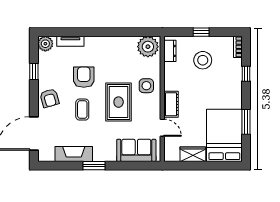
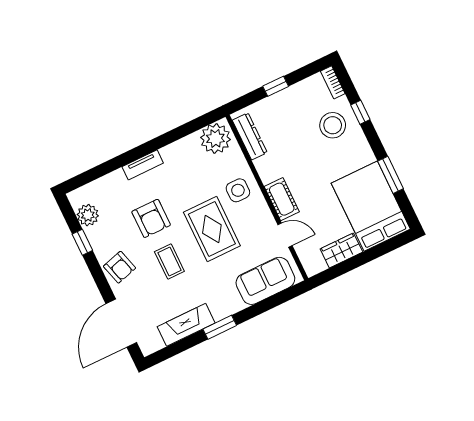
tv unit: (70, 41) -> (143, 165), moved
plant: (45, 44) -> (88, 215), moved
dresser: (170, 51) -> (250, 136), width x1.44
stool: (203, 60) -> (333, 125), moved
armchair: (84, 77) -> (151, 218), turned 180

